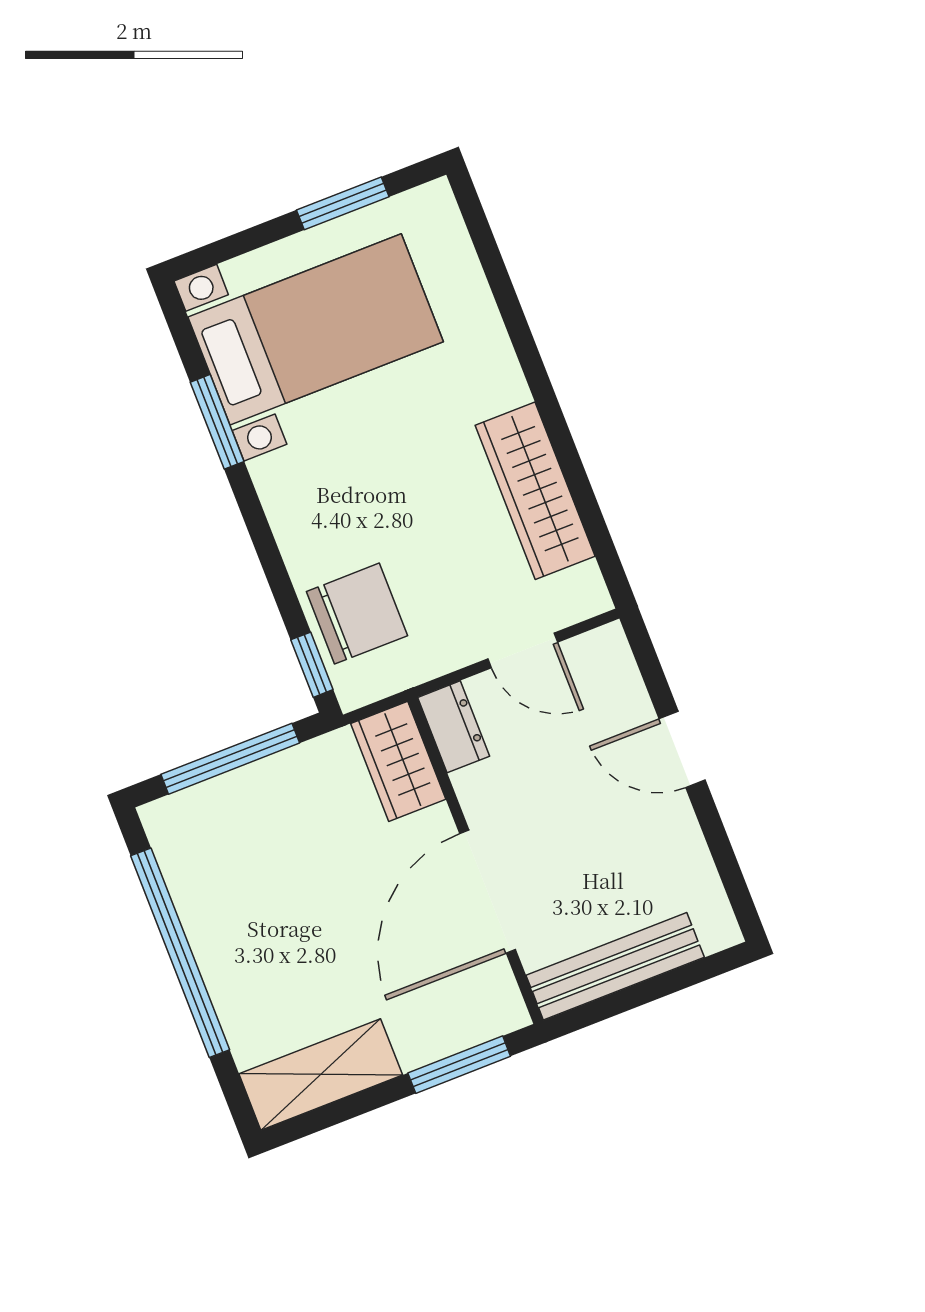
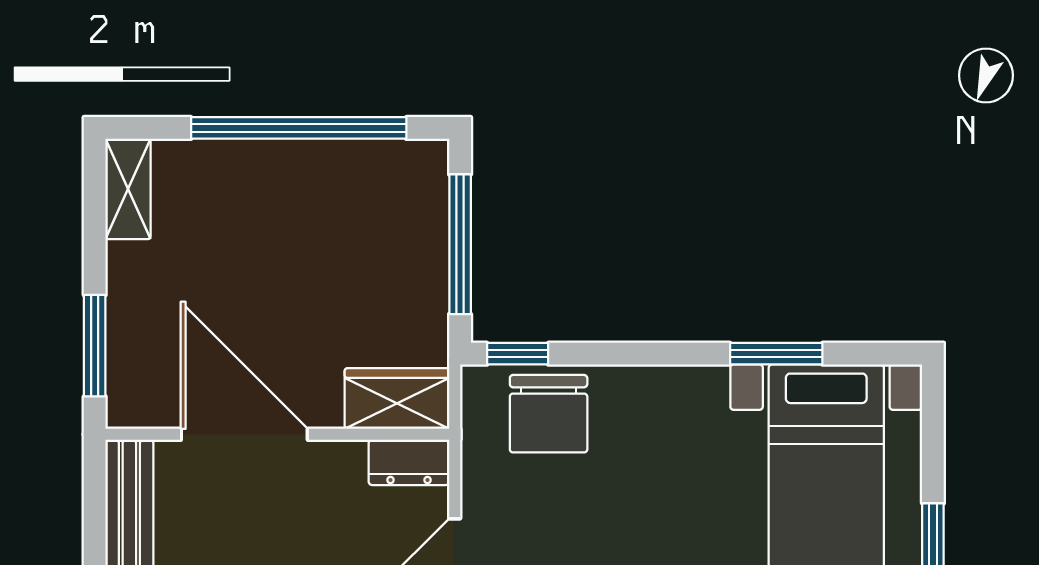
shelving: (321, 1074) -> (128, 189), width x0.67, depth x0.75

